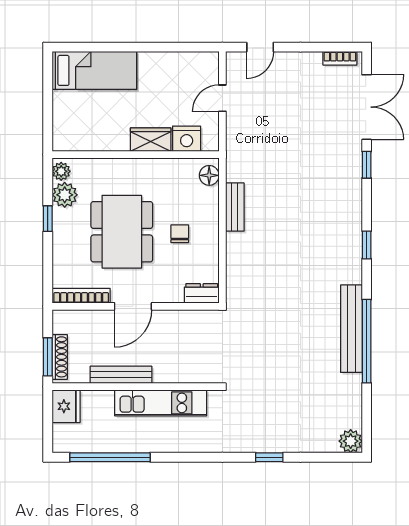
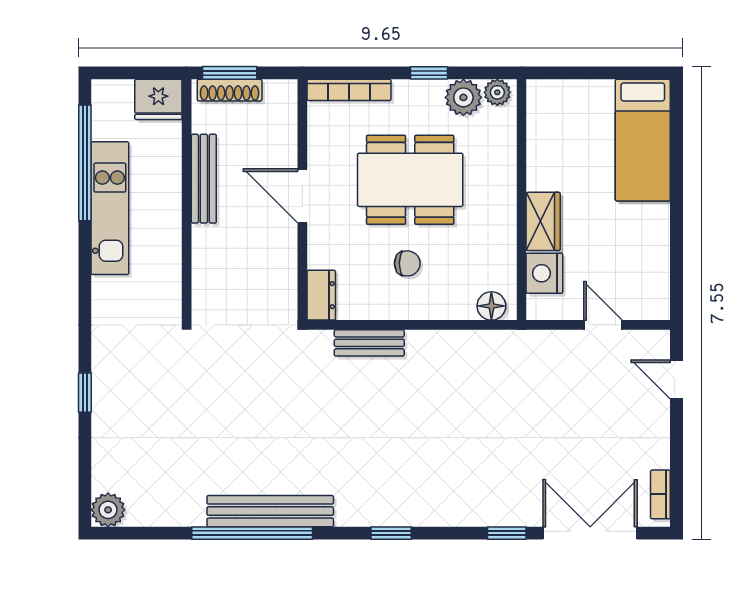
double door: (367, 107) -> (590, 533), swing flipped
bench: (235, 207) -> (369, 343), moved
bookcase: (81, 296) -> (349, 90), moved, turned 90
kitchen unit: (161, 403) -> (110, 208), moved, turned 180

